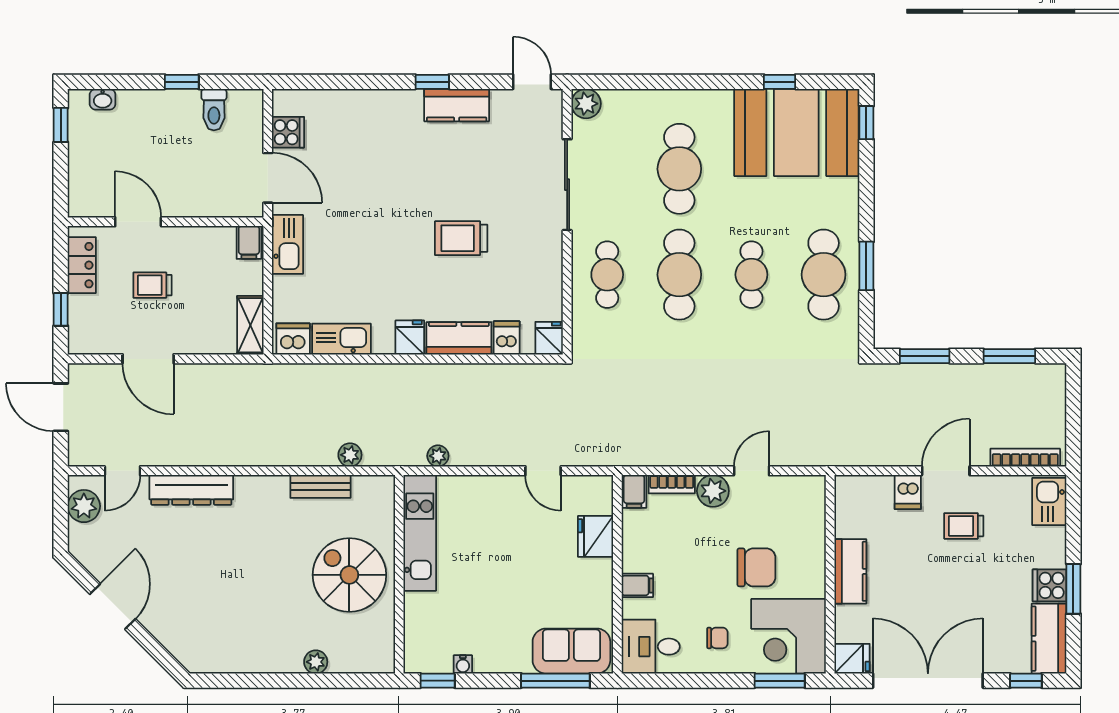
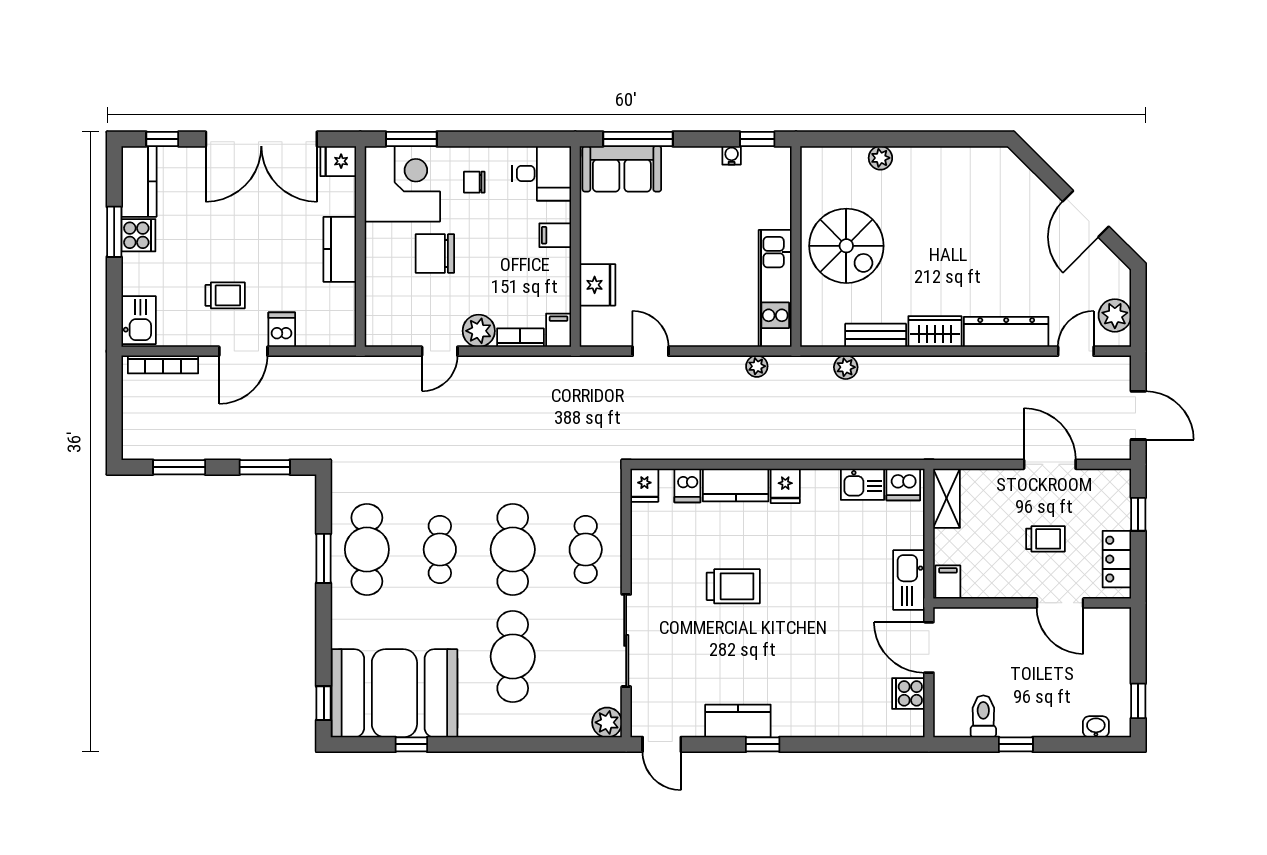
kitchen sink: (341, 339) -> (862, 484), width x0.73
wardrobe: (262, 490) -> (935, 332), added

